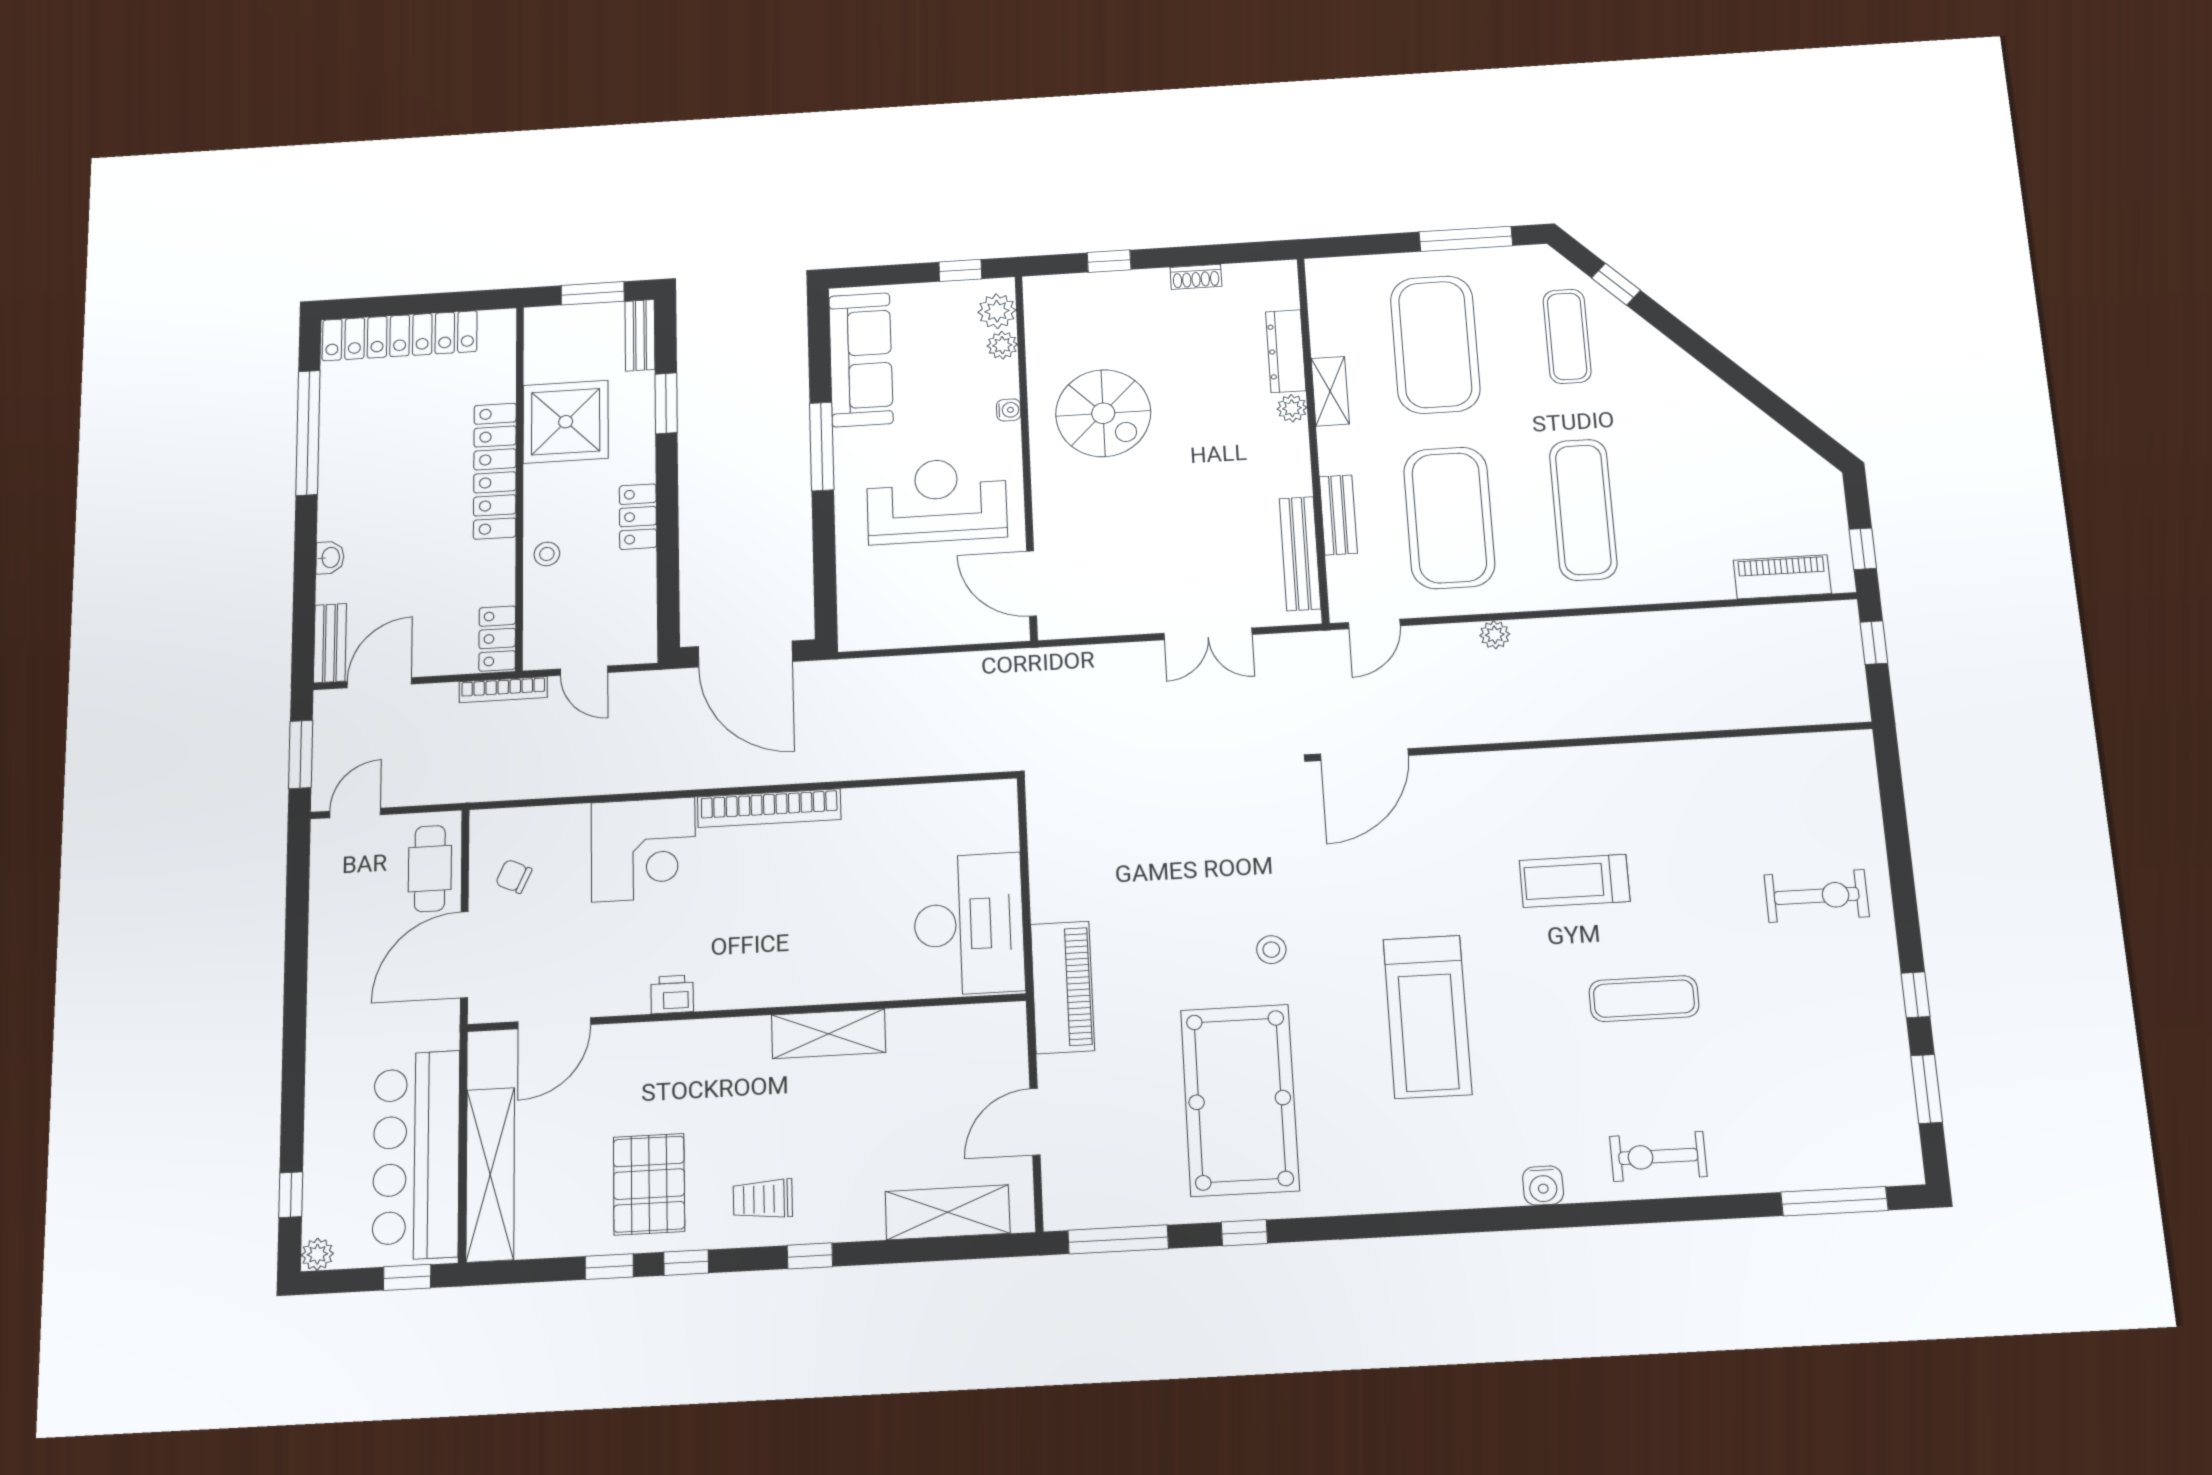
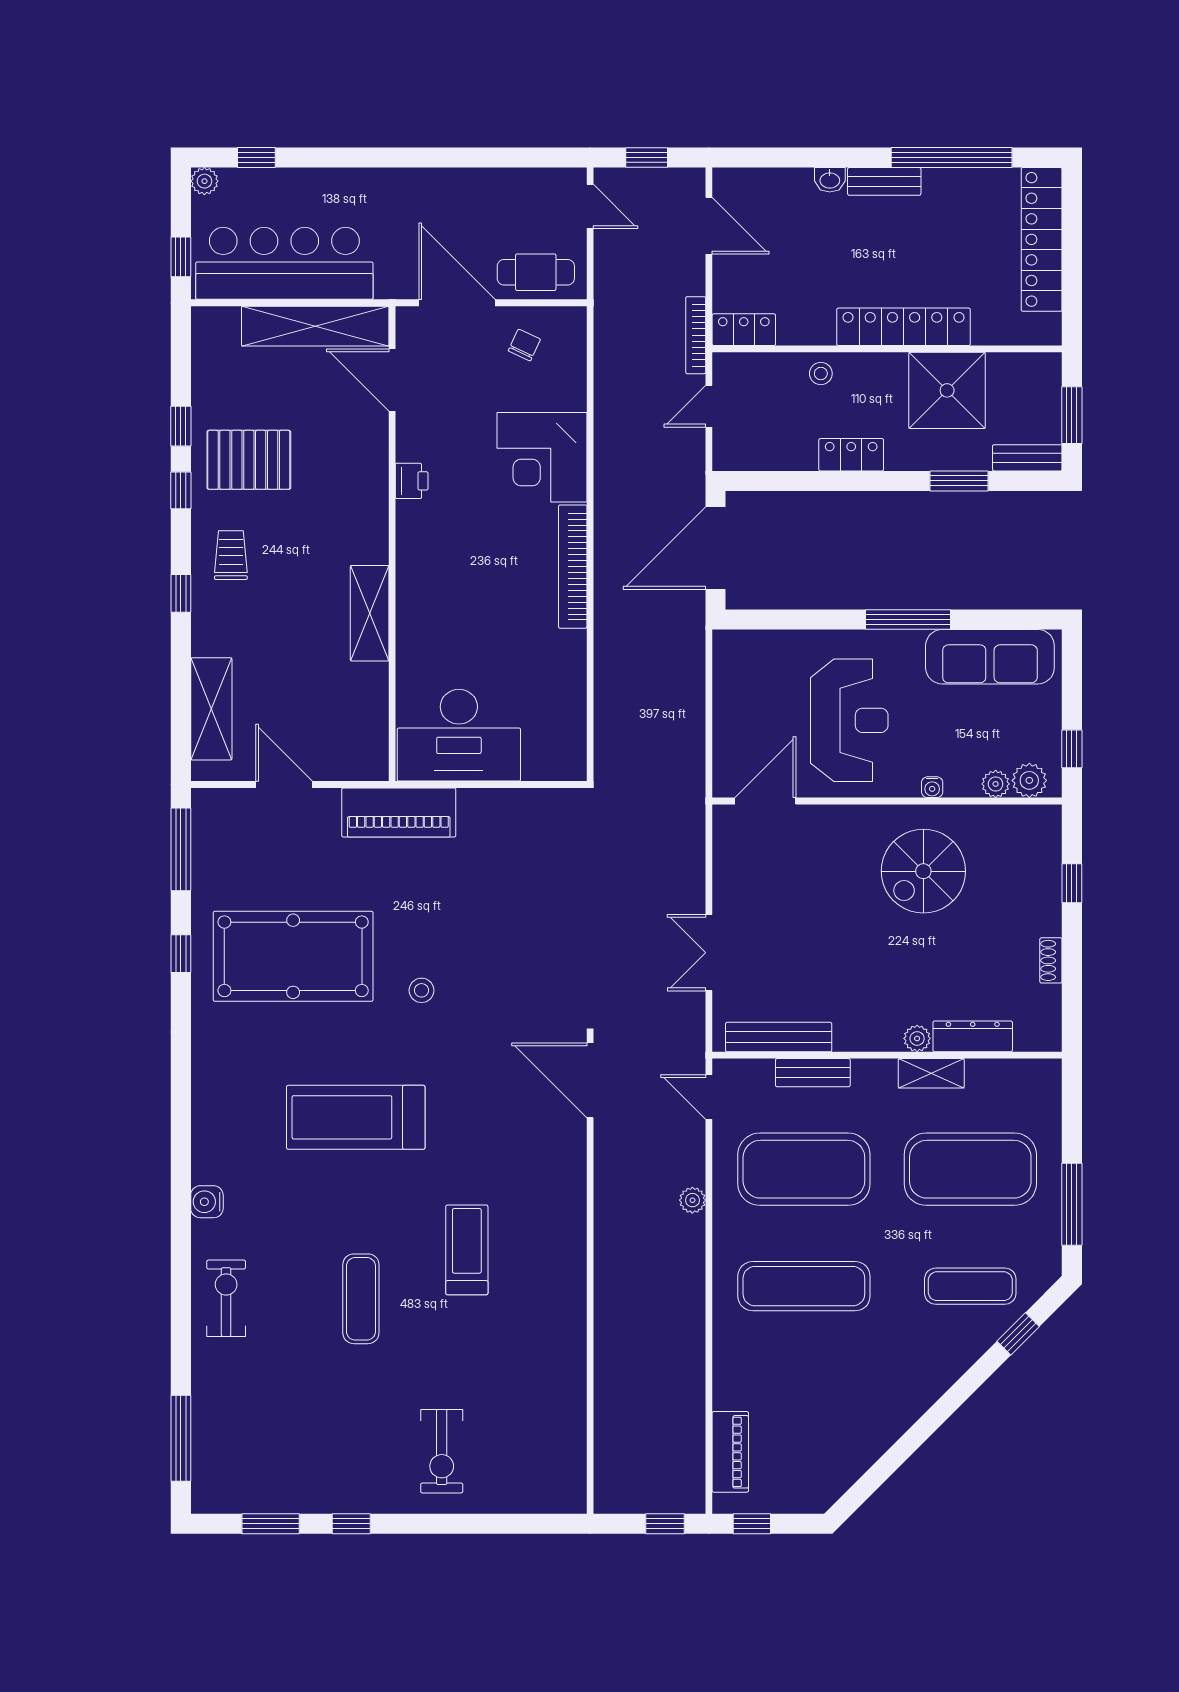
bench: (330, 643) -> (884, 181), moved
window: (301, 754) -> (647, 158), width x0.67
shelving: (490, 1174) -> (315, 326), moved

